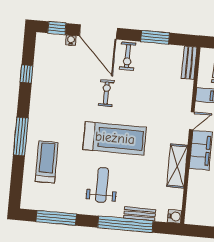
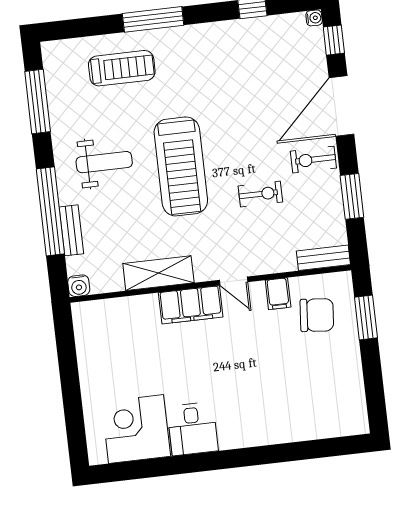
water cooler: (71, 40) -> (314, 18), moved
exercise bike: (106, 93) -> (260, 194), moved

